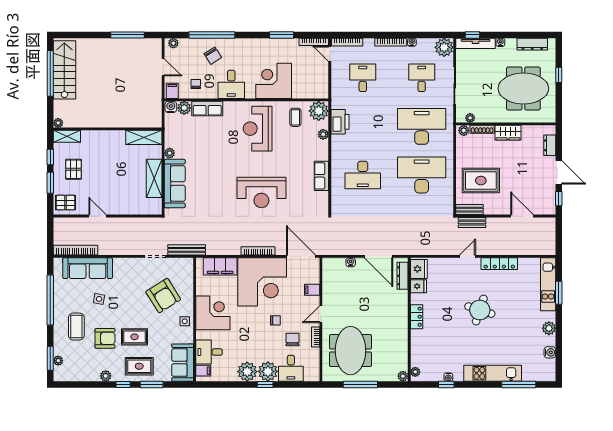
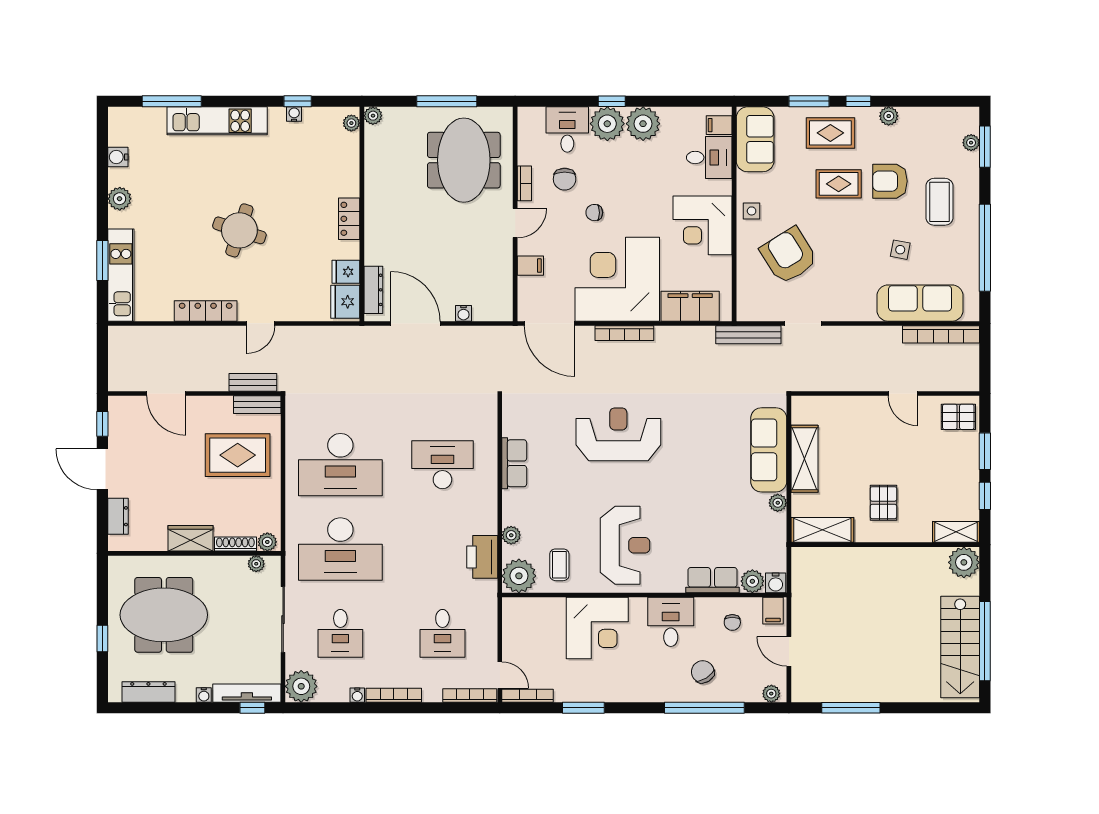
plant: (58, 123) -> (964, 562), width x1.88, depth x1.88
pallet: (73, 169) -> (883, 503), moved

